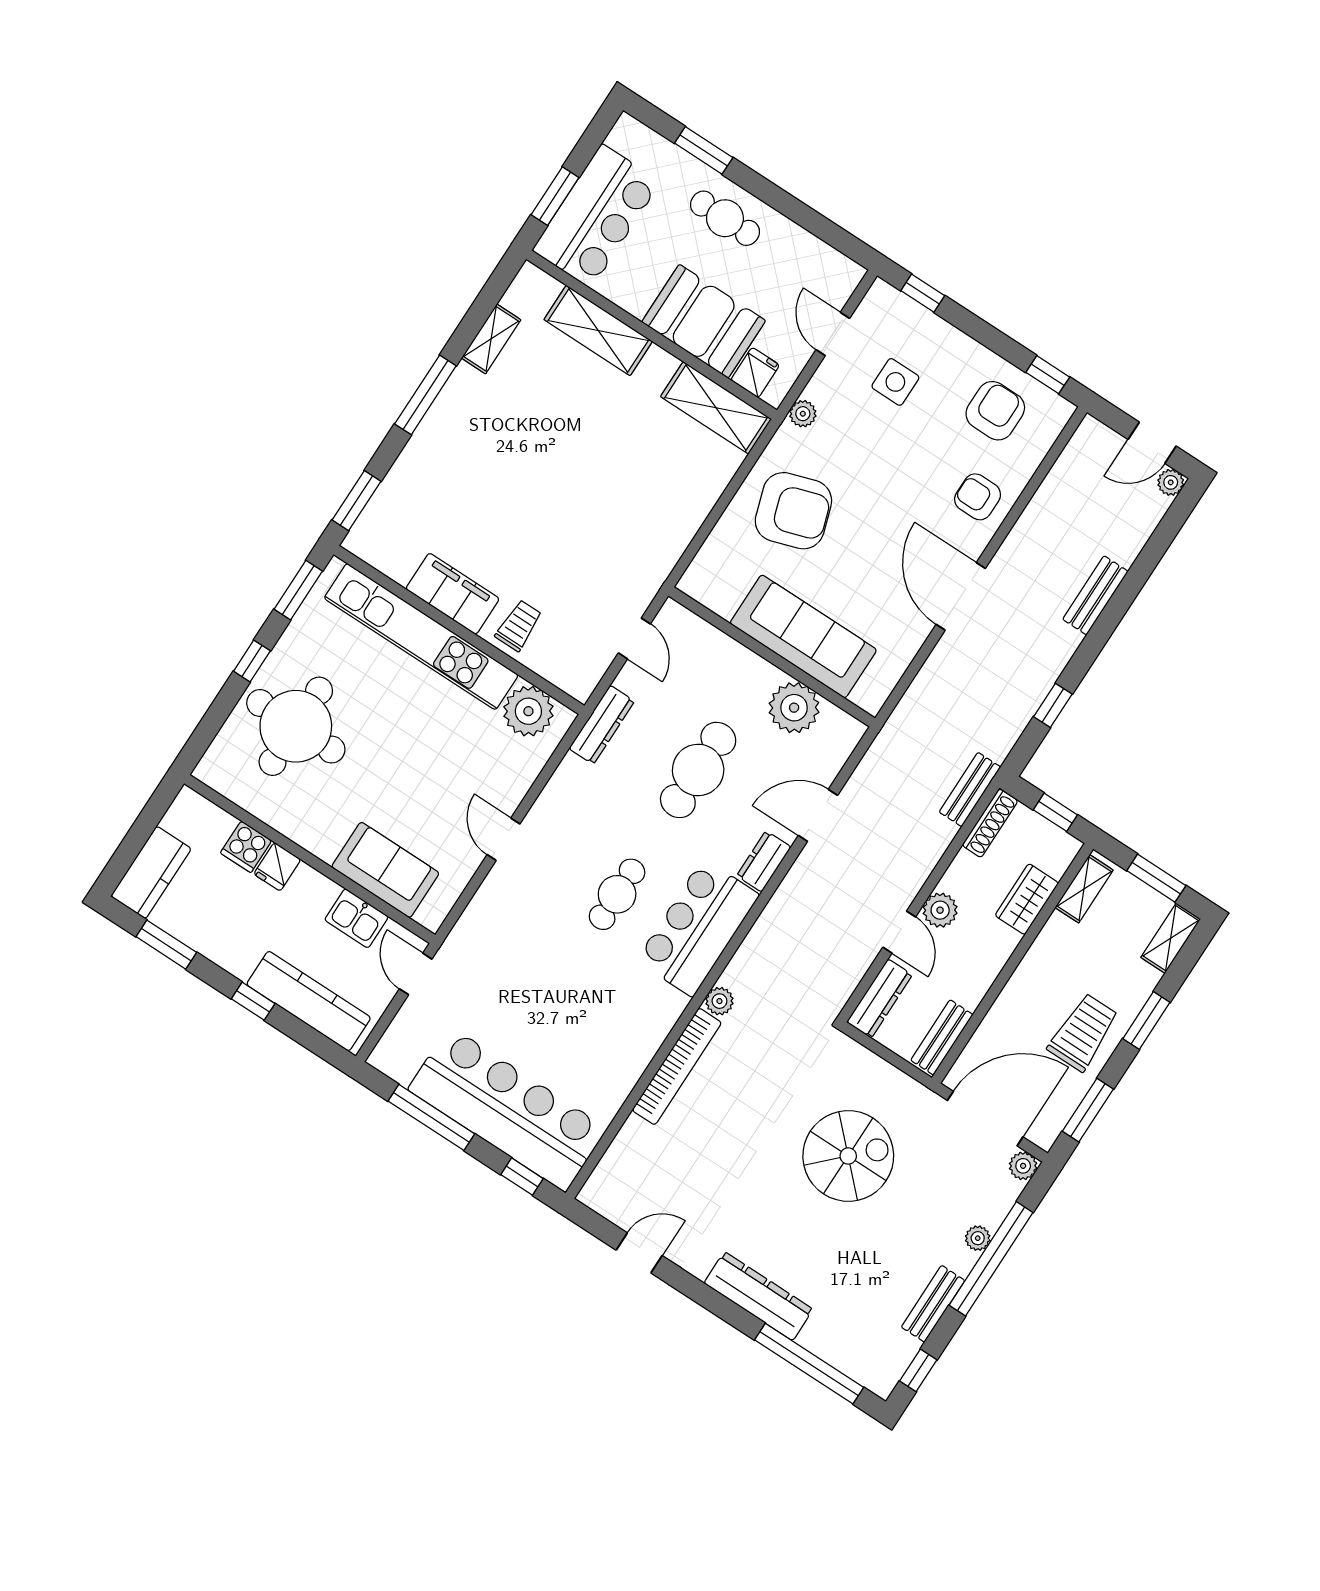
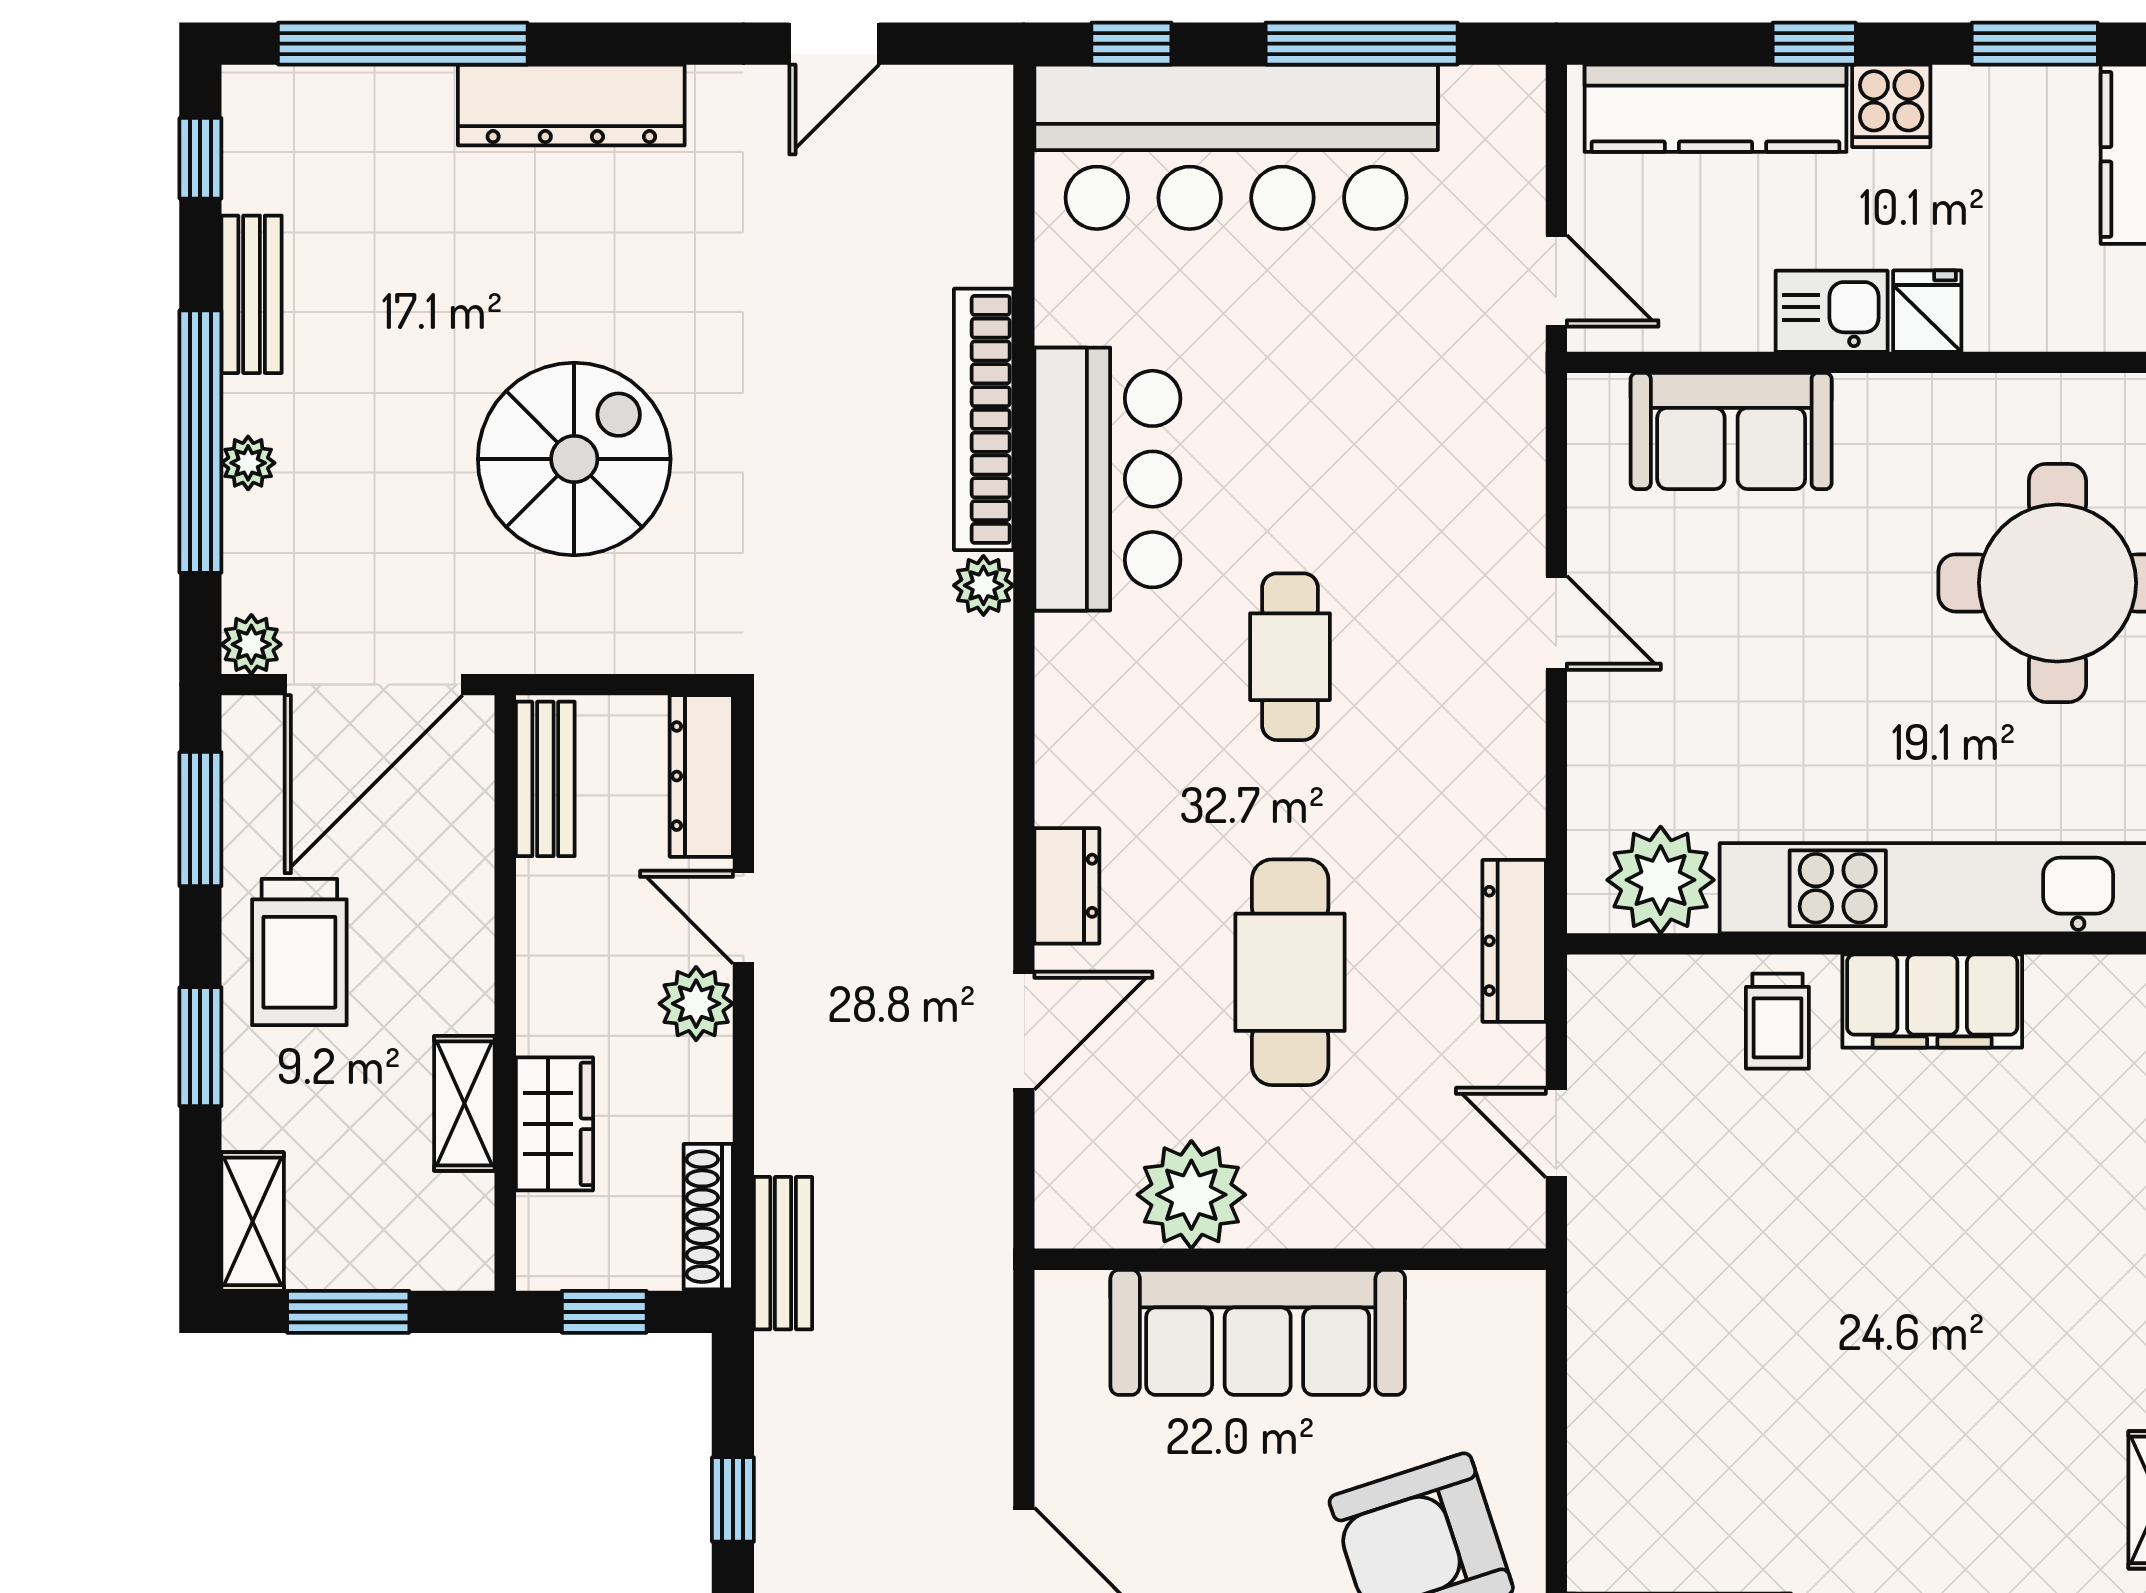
cooker: (246, 847) -> (1891, 106), moved, turned 180
shelving: (1084, 889) -> (464, 1103), moved
kitchen sink: (356, 918) -> (1832, 311), moved
bar counter: (698, 928) -> (1107, 479), moved
spiral stairs: (848, 1156) -> (574, 459), turned 180

